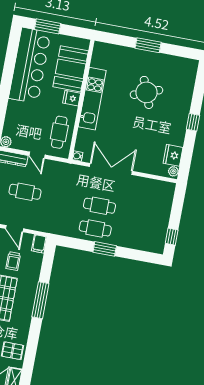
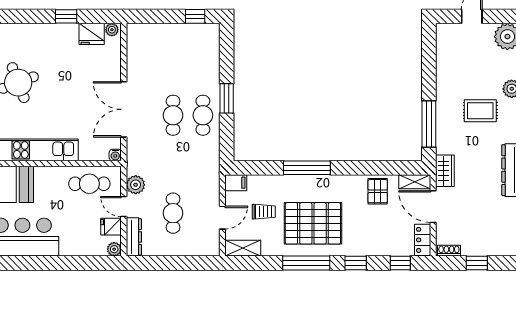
fridge: (72, 98) -> (111, 227), moved, turned 90
window: (193, 122) -> (66, 16), moved
door: (37, 155) -> (124, 207), swing flipped
plant: (52, 167) -> (136, 185), added

